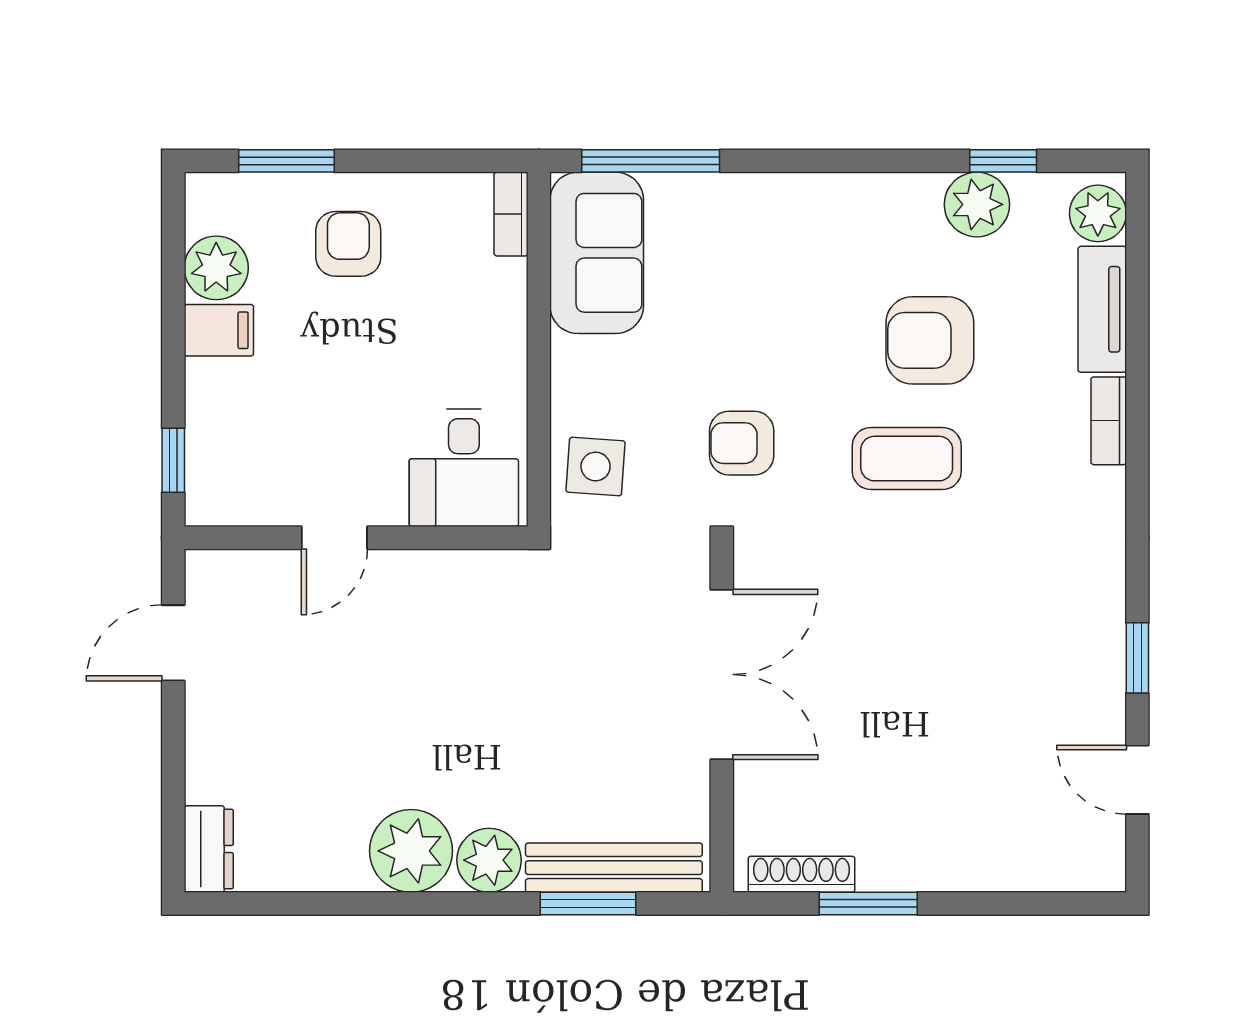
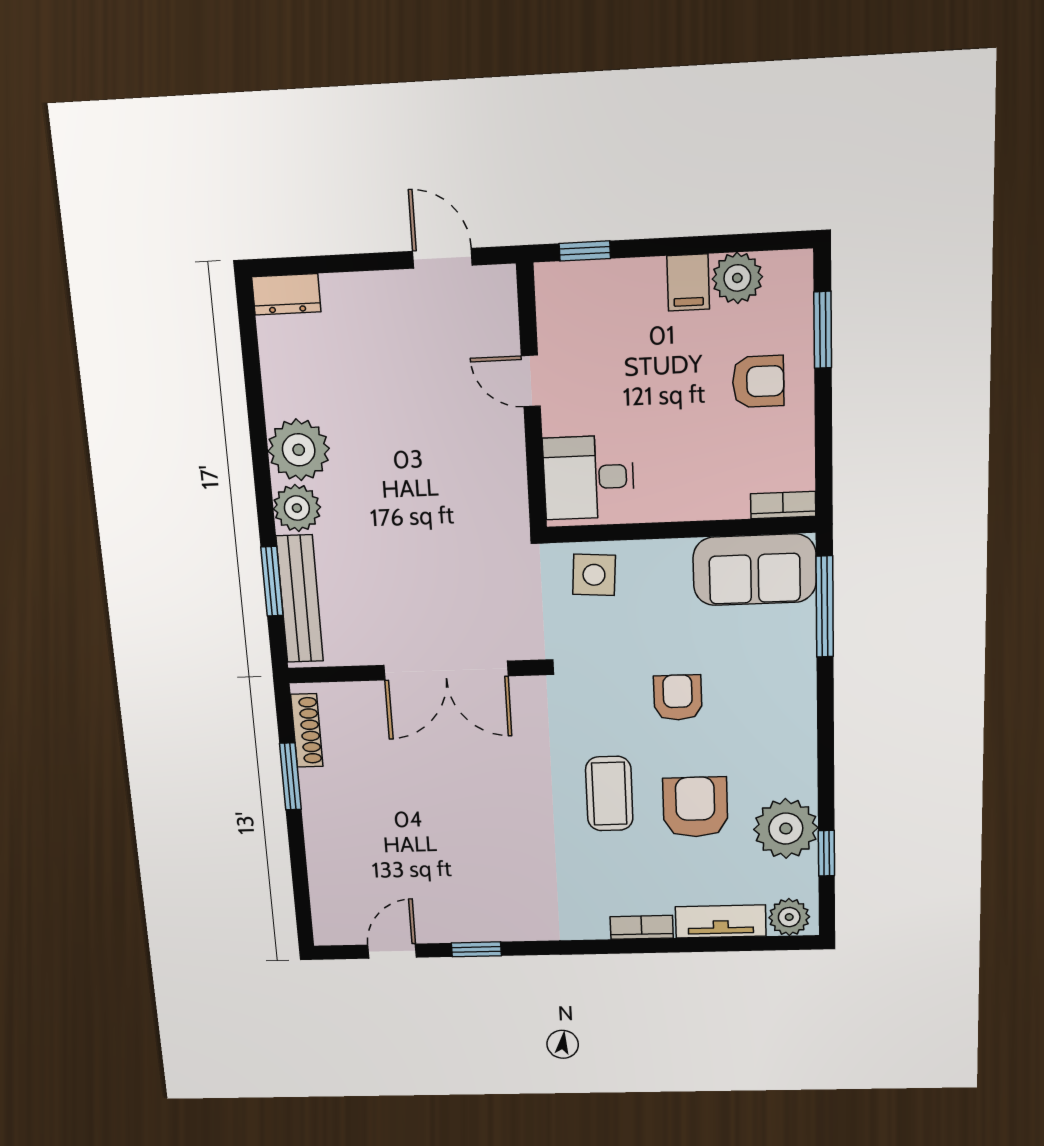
plant: (977, 204) -> (786, 829), width x1.36, depth x1.36
armchair: (742, 443) -> (678, 698), moved

